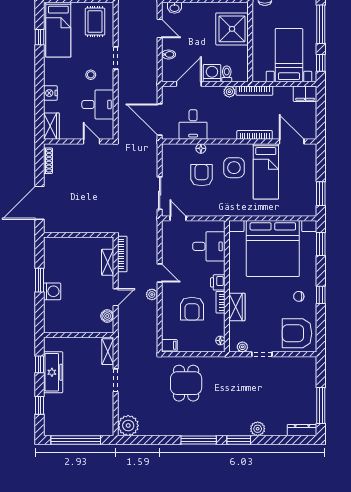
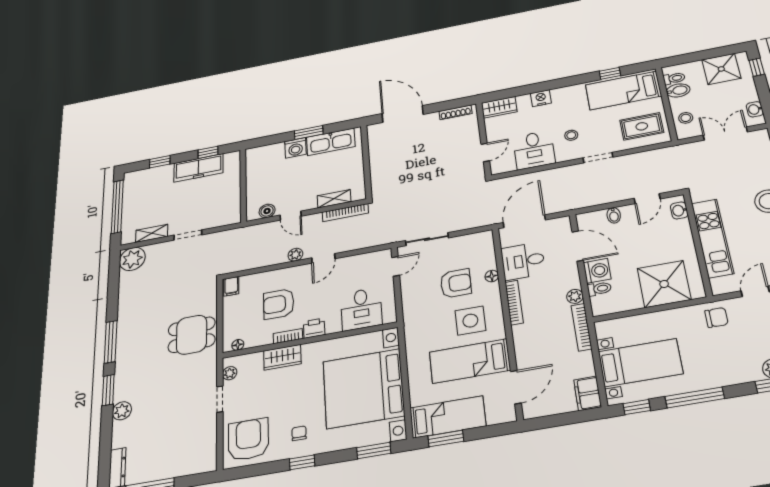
bookcase: (255, 135) -> (514, 303), moved
bed: (305, 191) -> (448, 417), added
kitchen sink: (53, 262) -> (331, 142), added
shelving: (108, 352) -> (152, 233), moved
dining table: (186, 383) -> (192, 335), moved

